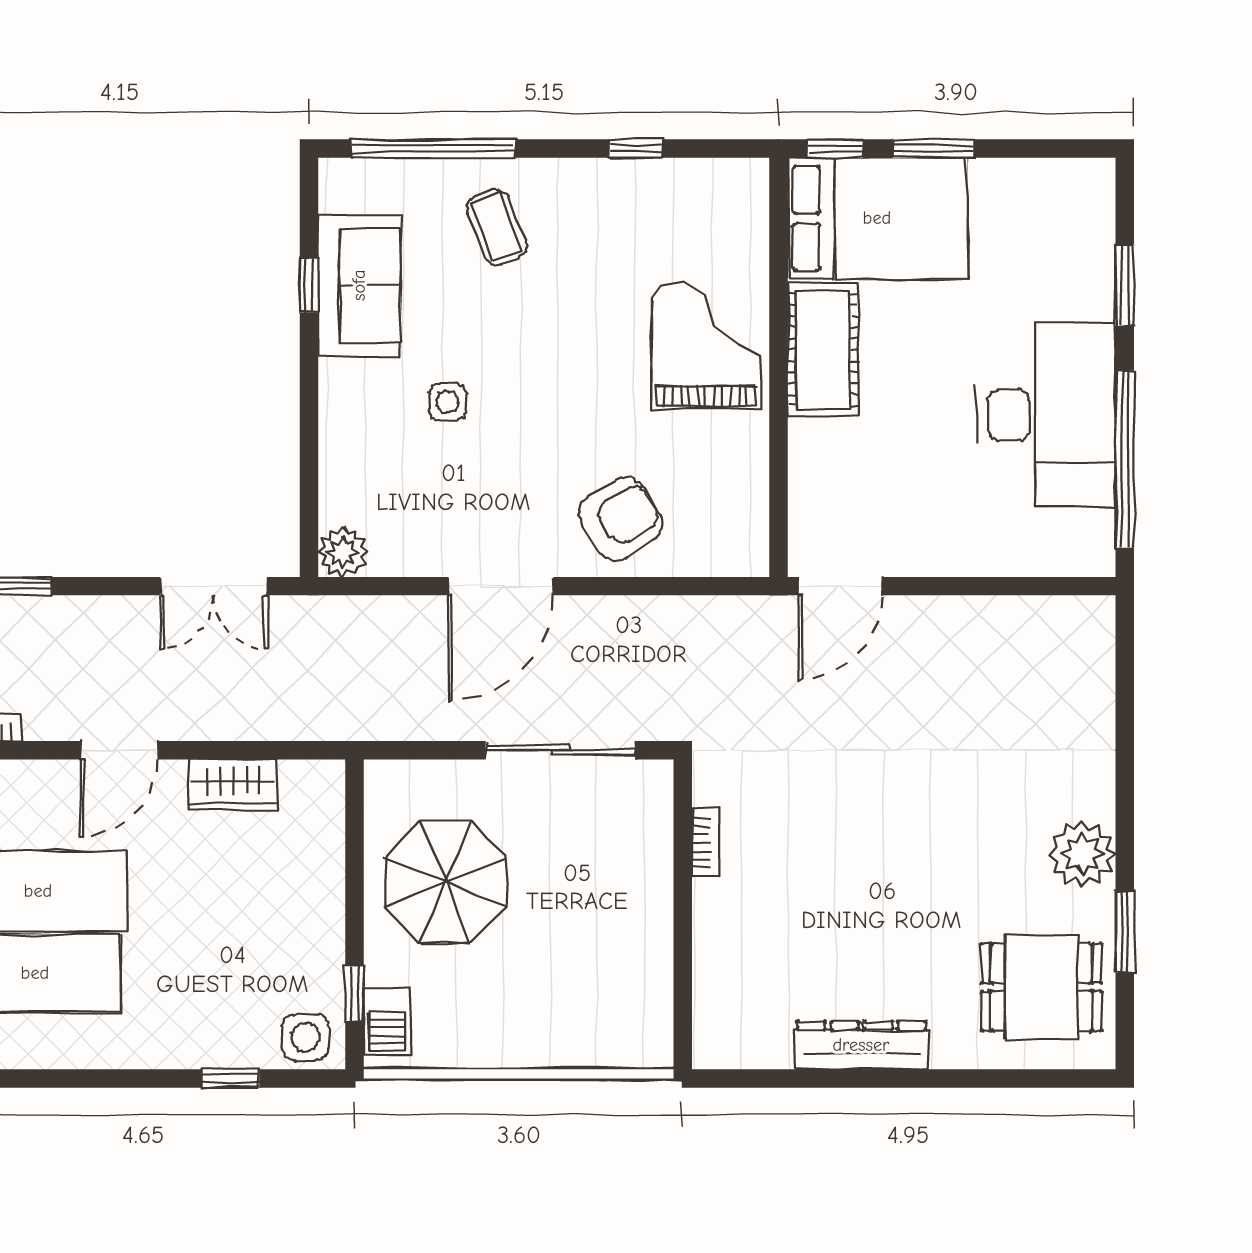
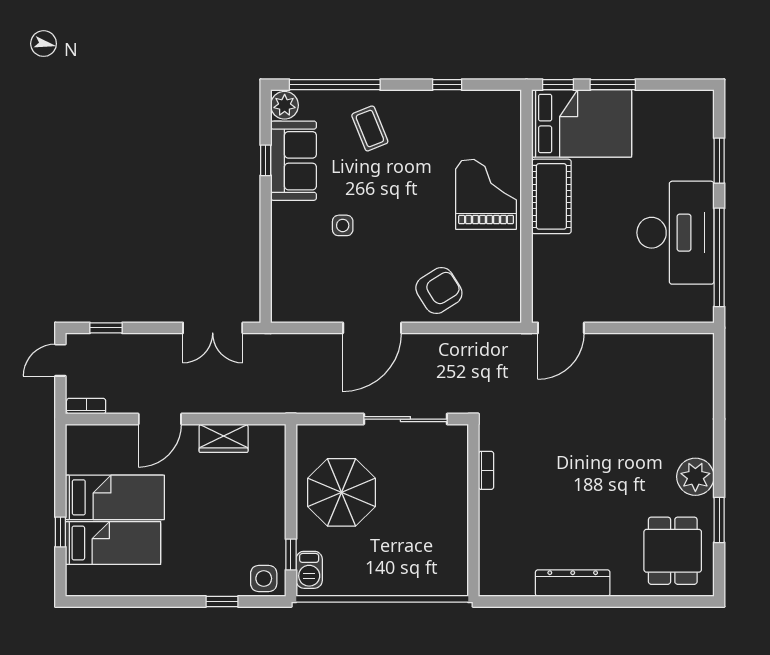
plant: (343, 552) -> (285, 105), moved
dining table: (1041, 987) -> (673, 551), turned 90

